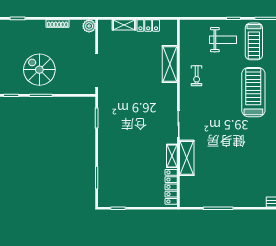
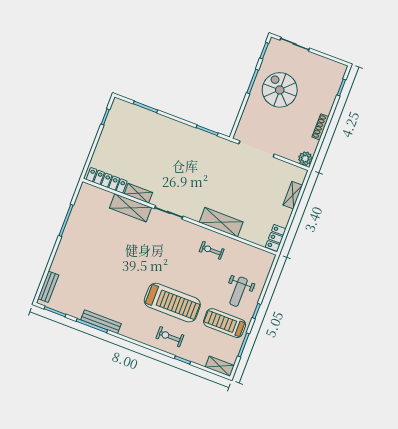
locker: (148, 26) -> (276, 238), moved
shelving: (170, 64) -> (221, 222), moved
spiral stairs: (39, 70) -> (280, 90), turned -90

